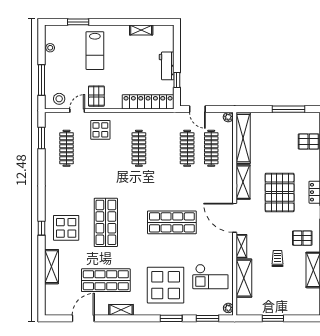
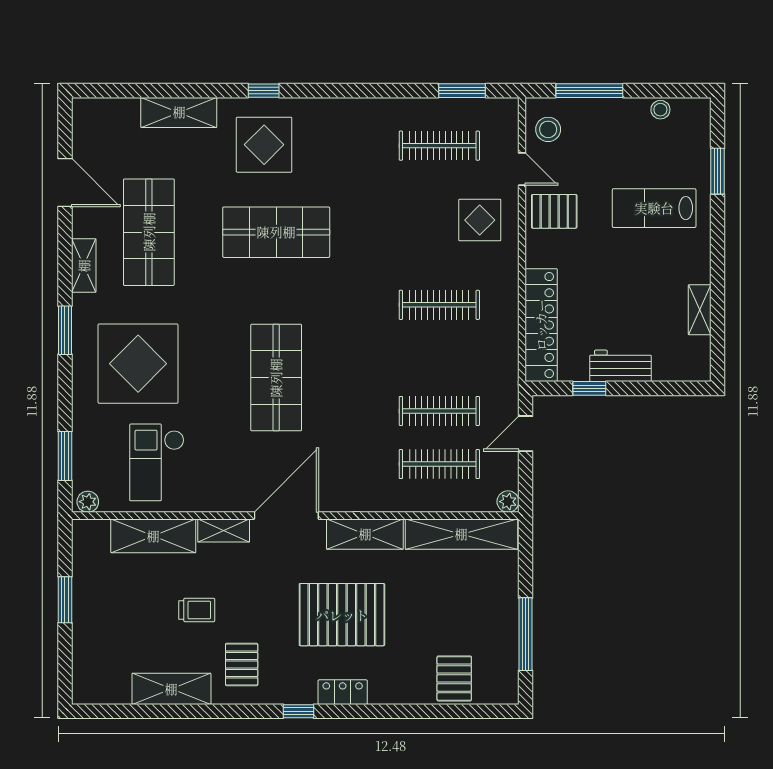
window: (171, 318) -> (65, 330), moved

